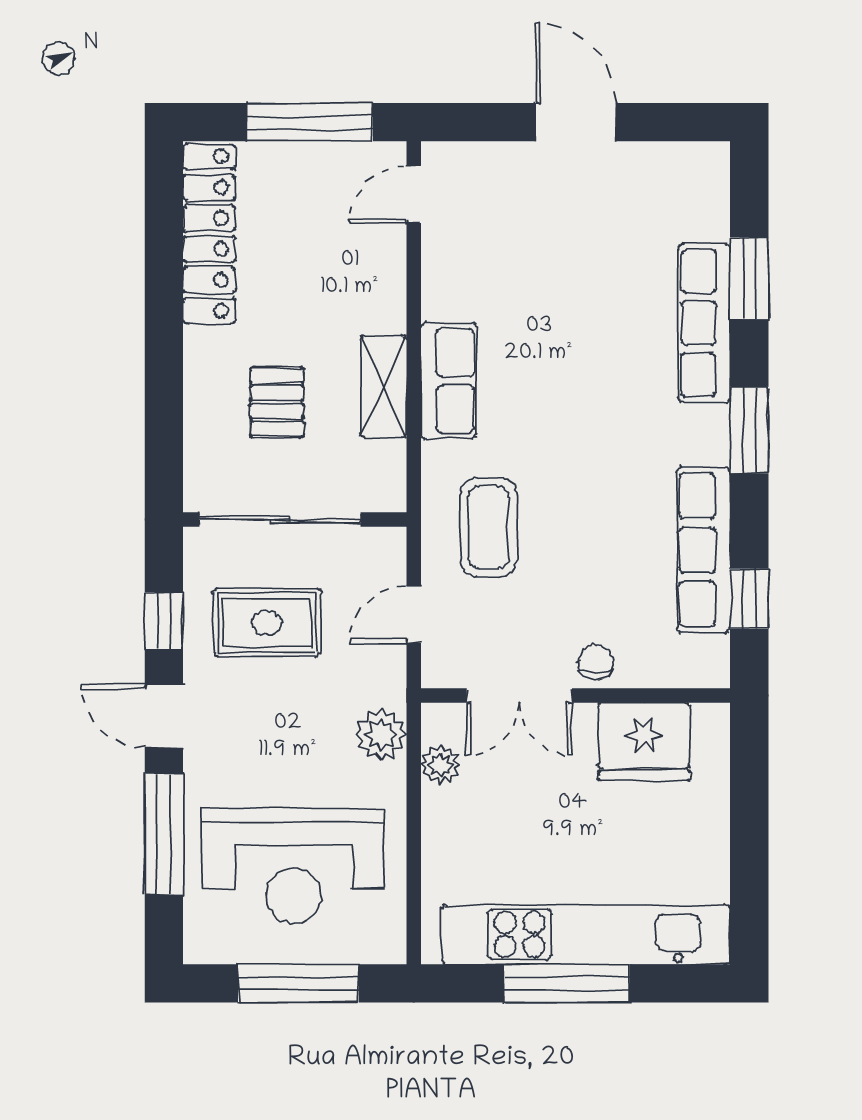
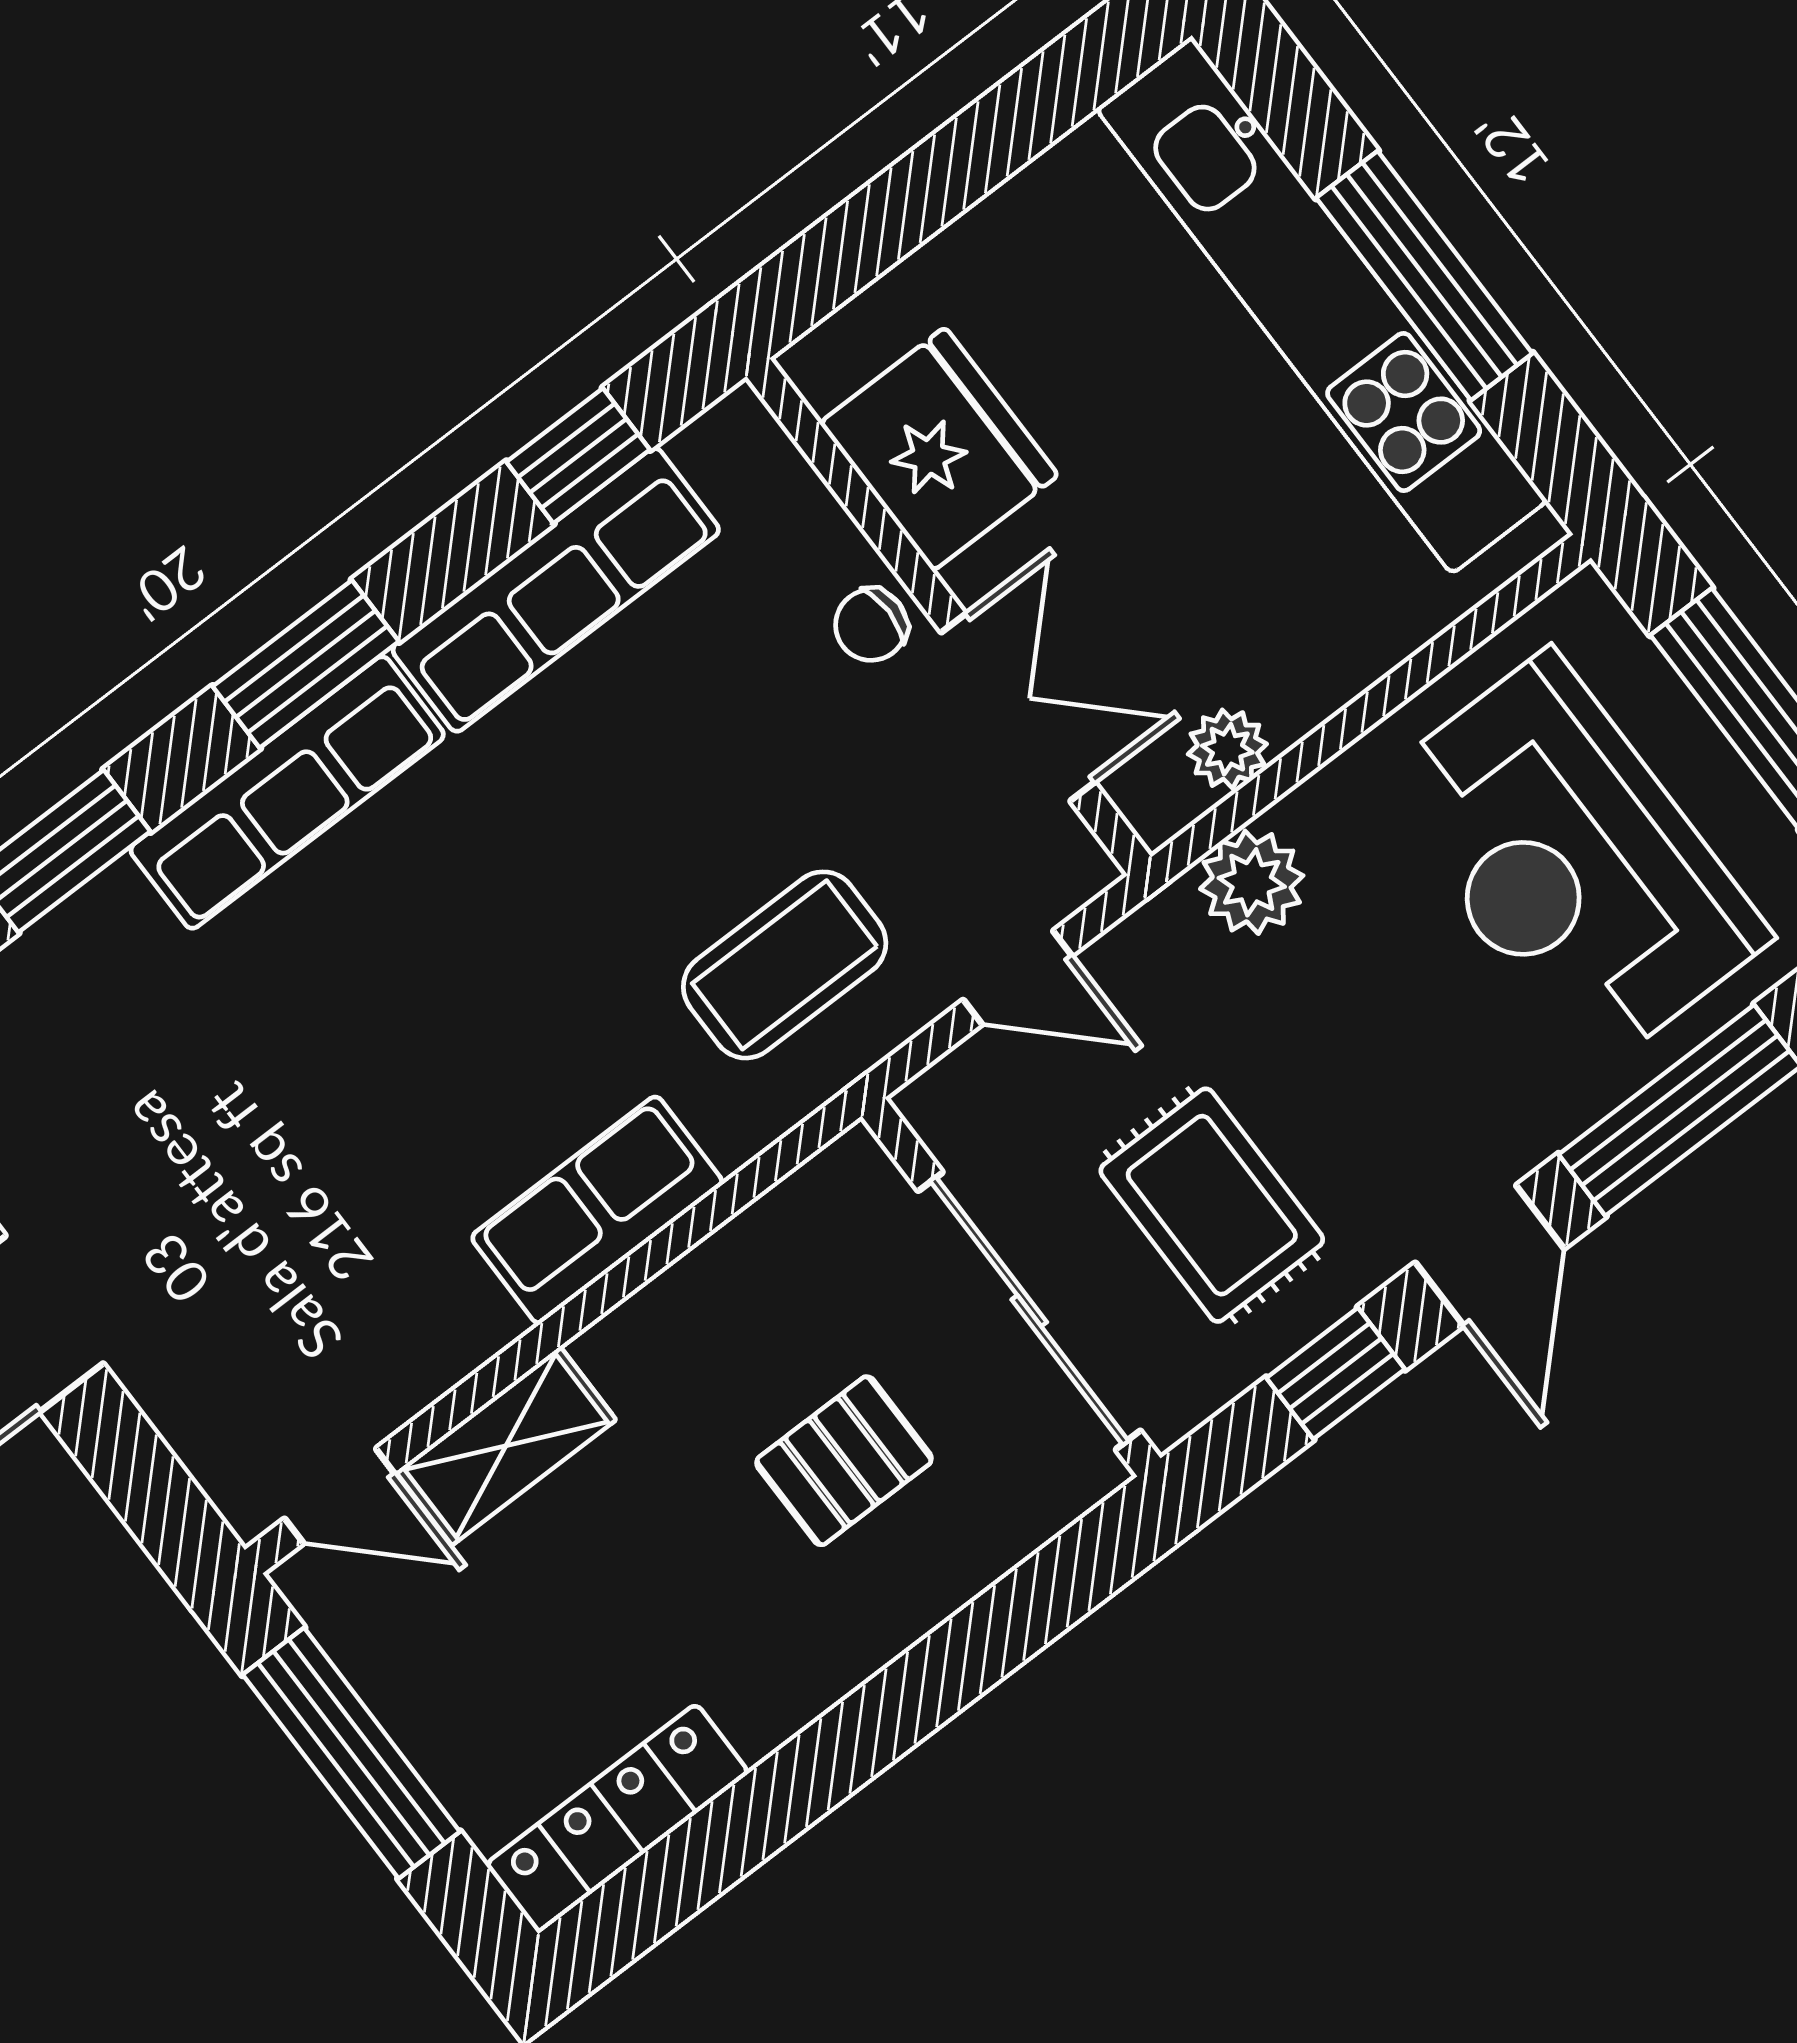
locker: (209, 234) -> (617, 1819), width x0.71, depth x0.83
row of seats: (705, 323) -> (287, 793), moved
shelving: (384, 387) -> (506, 1446), moved
reception desk: (294, 866) -> (1571, 861), turned 180

